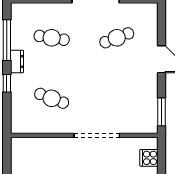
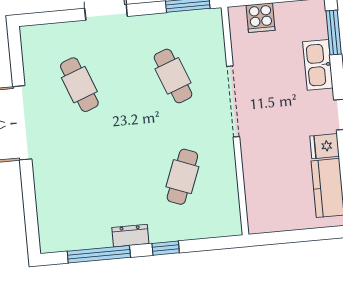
cafe table: (52, 38) -> (173, 76), moved, turned -30

